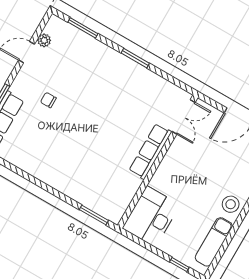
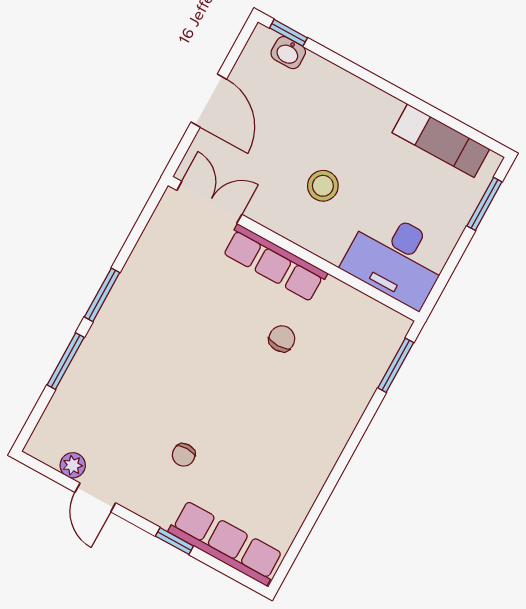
window: (83, 28) -> (66, 361), moved
chair: (109, 154) -> (282, 339), added
stool: (231, 204) -> (323, 186), moved
window: (179, 265) -> (484, 204), width x1.50

